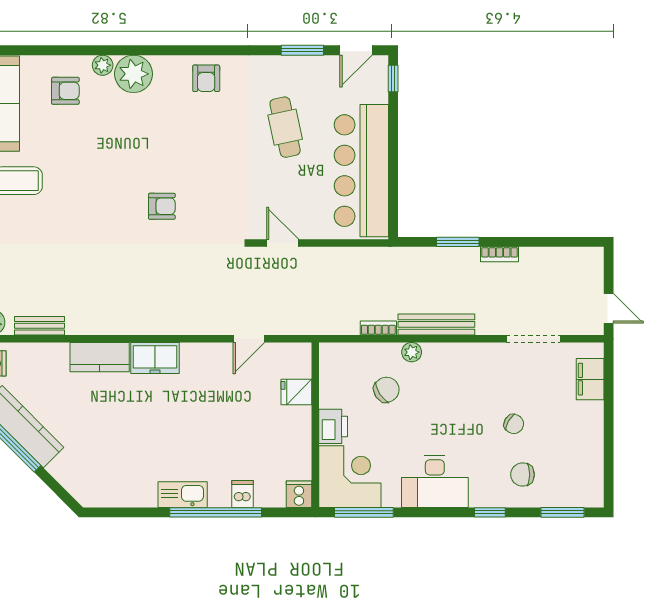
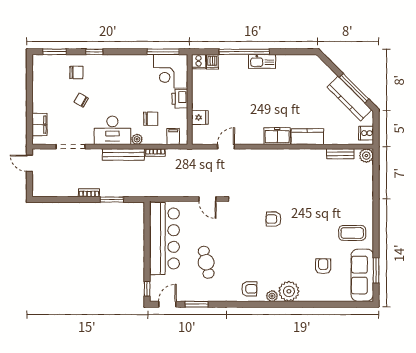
plant: (103, 65) -> (272, 296), moved
armchair: (206, 78) -> (249, 289), turned 90
armchair: (65, 91) -> (323, 266), moved, turned 90
filing cabinet: (345, 357) -> (173, 136), added
chair: (386, 390) -> (151, 119), turned -147
desk: (435, 481) -> (112, 130), moved, turned 180
dishwasher: (242, 494) -> (212, 62), moved

